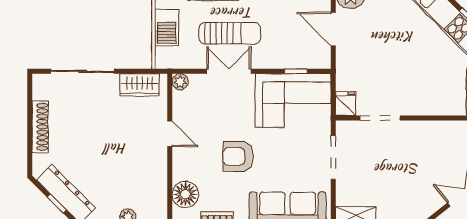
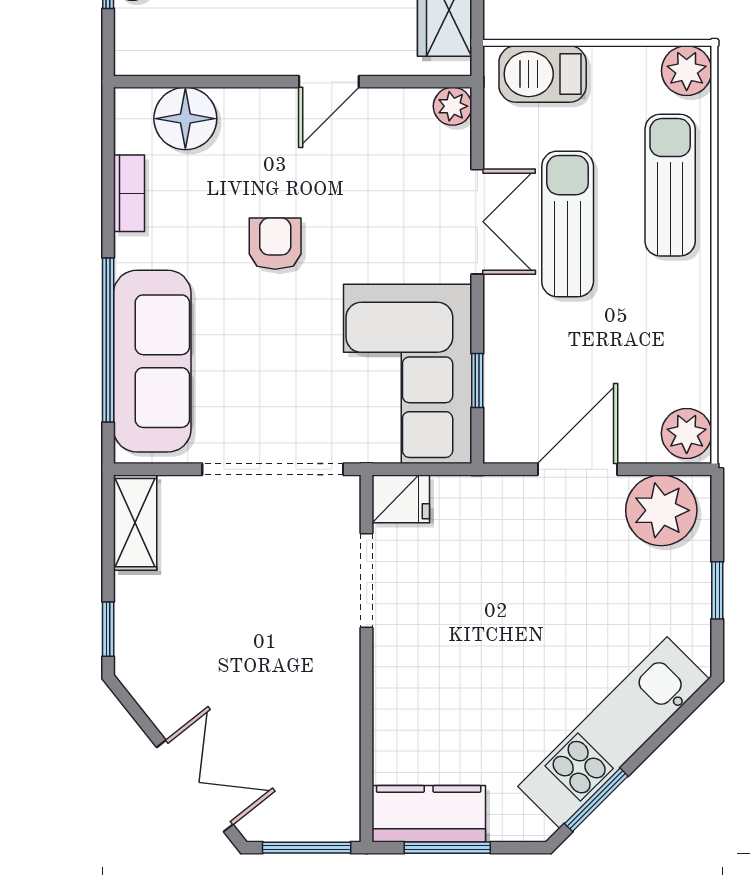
barbecue: (167, 27) -> (543, 74), moved
sun lounger: (230, 33) -> (568, 224), turned 180
armchair: (238, 156) -> (275, 244), width x0.72, depth x0.72
doorway: (333, 158) -> (273, 469), width x1.36

